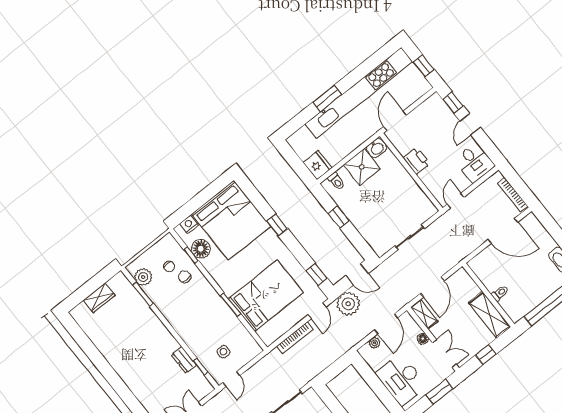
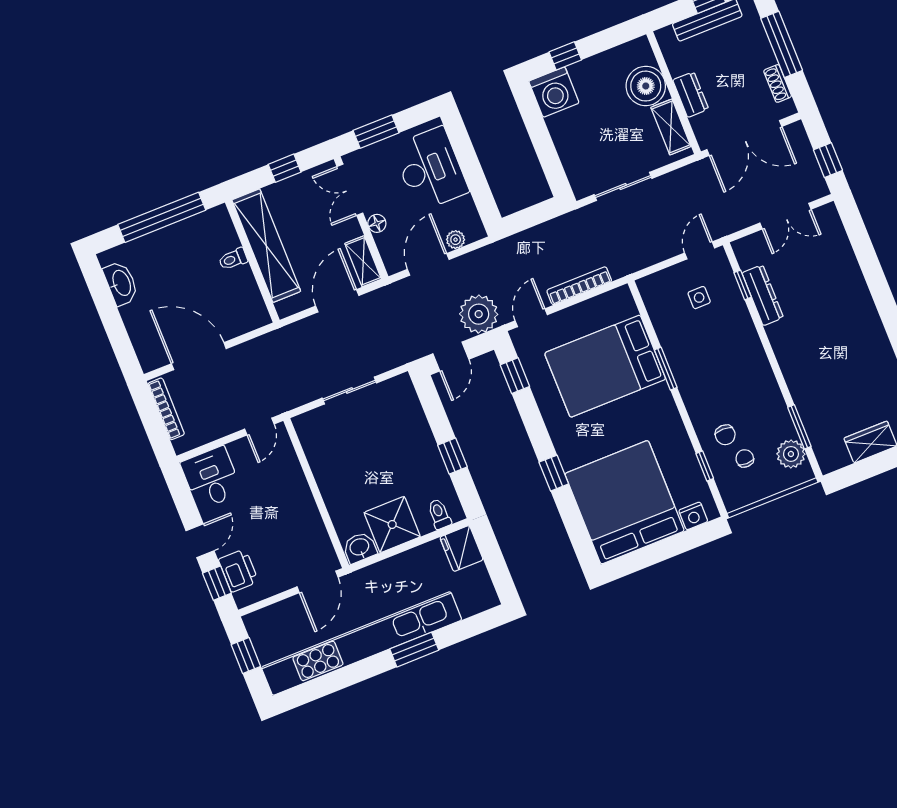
printer: (417, 161) -> (238, 570), moved, turned 180
floor lamp: (201, 249) -> (686, 471), removed
door: (357, 274) -> (451, 356), swing flipped
shelving: (490, 315) -> (266, 246), width x1.47
dresser: (184, 360) -> (763, 295), width x1.44

